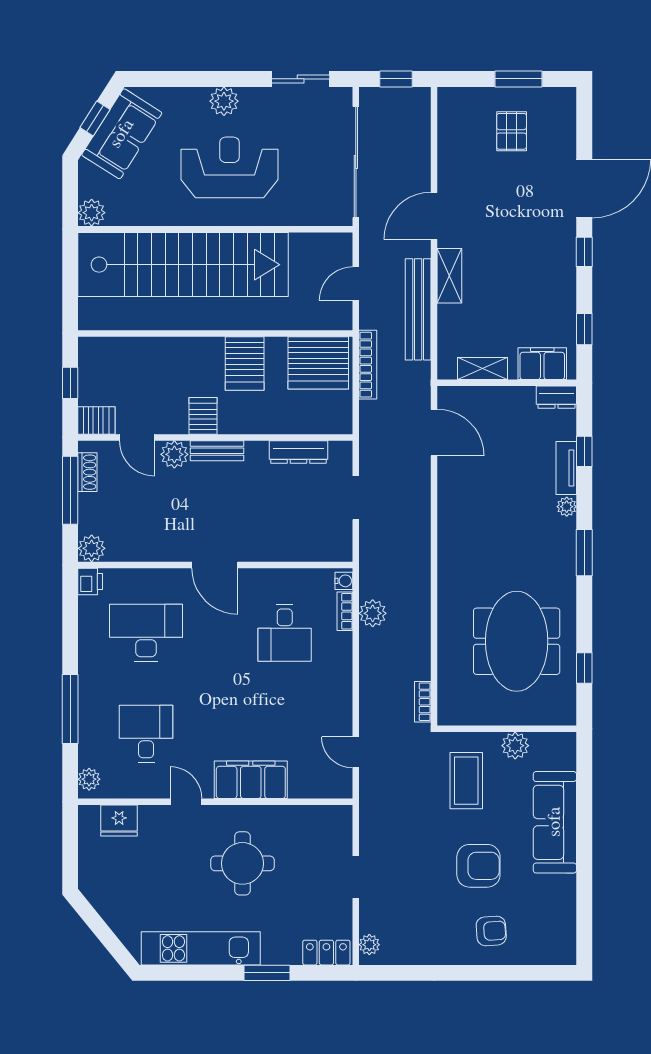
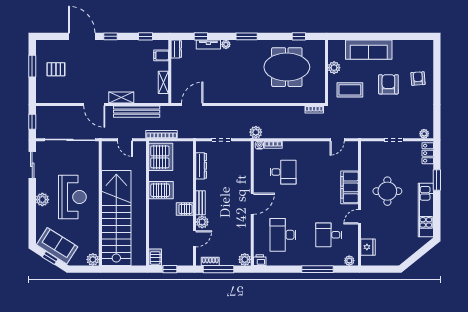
reception desk: (230, 167) -> (72, 197), turned 180
filing cabinet: (542, 364) -> (161, 55), width x0.50
server rack: (96, 420) -> (155, 257), moved
plant: (373, 613) -> (256, 132), moved

